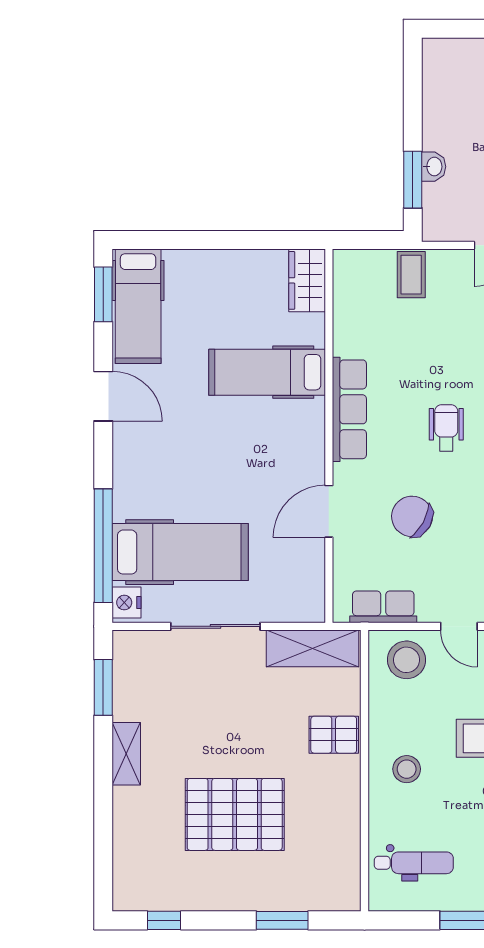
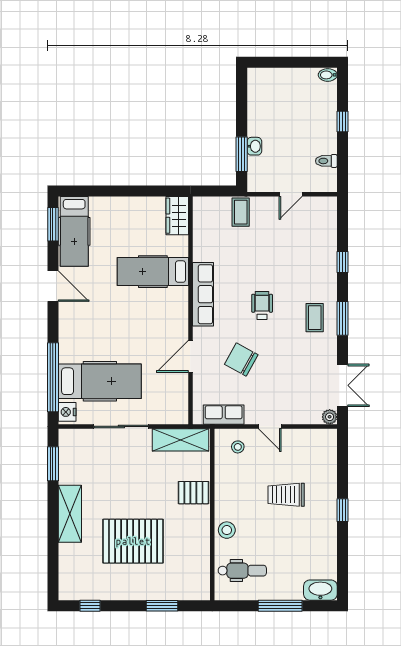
stool: (406, 660) -> (238, 447), width x0.53, depth x0.53
shelving: (126, 754) -> (70, 514), width x1.50, depth x1.33
stool: (407, 769) -> (227, 530), moved

